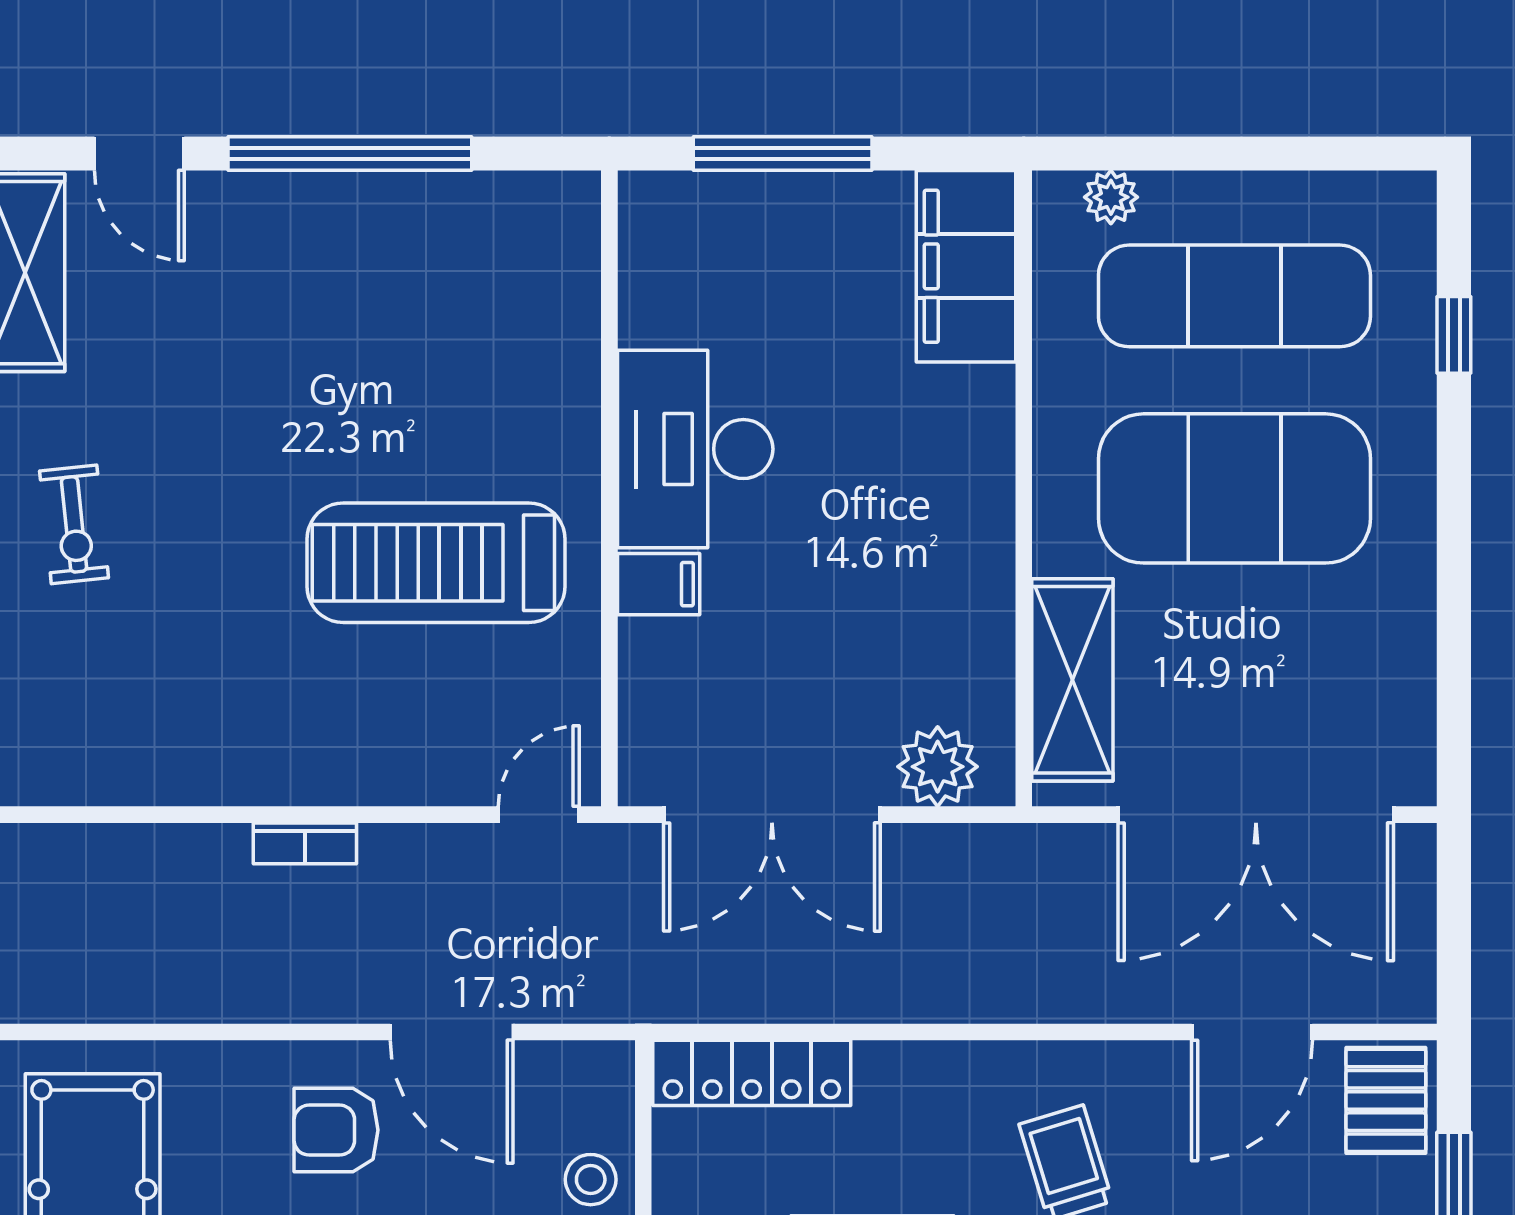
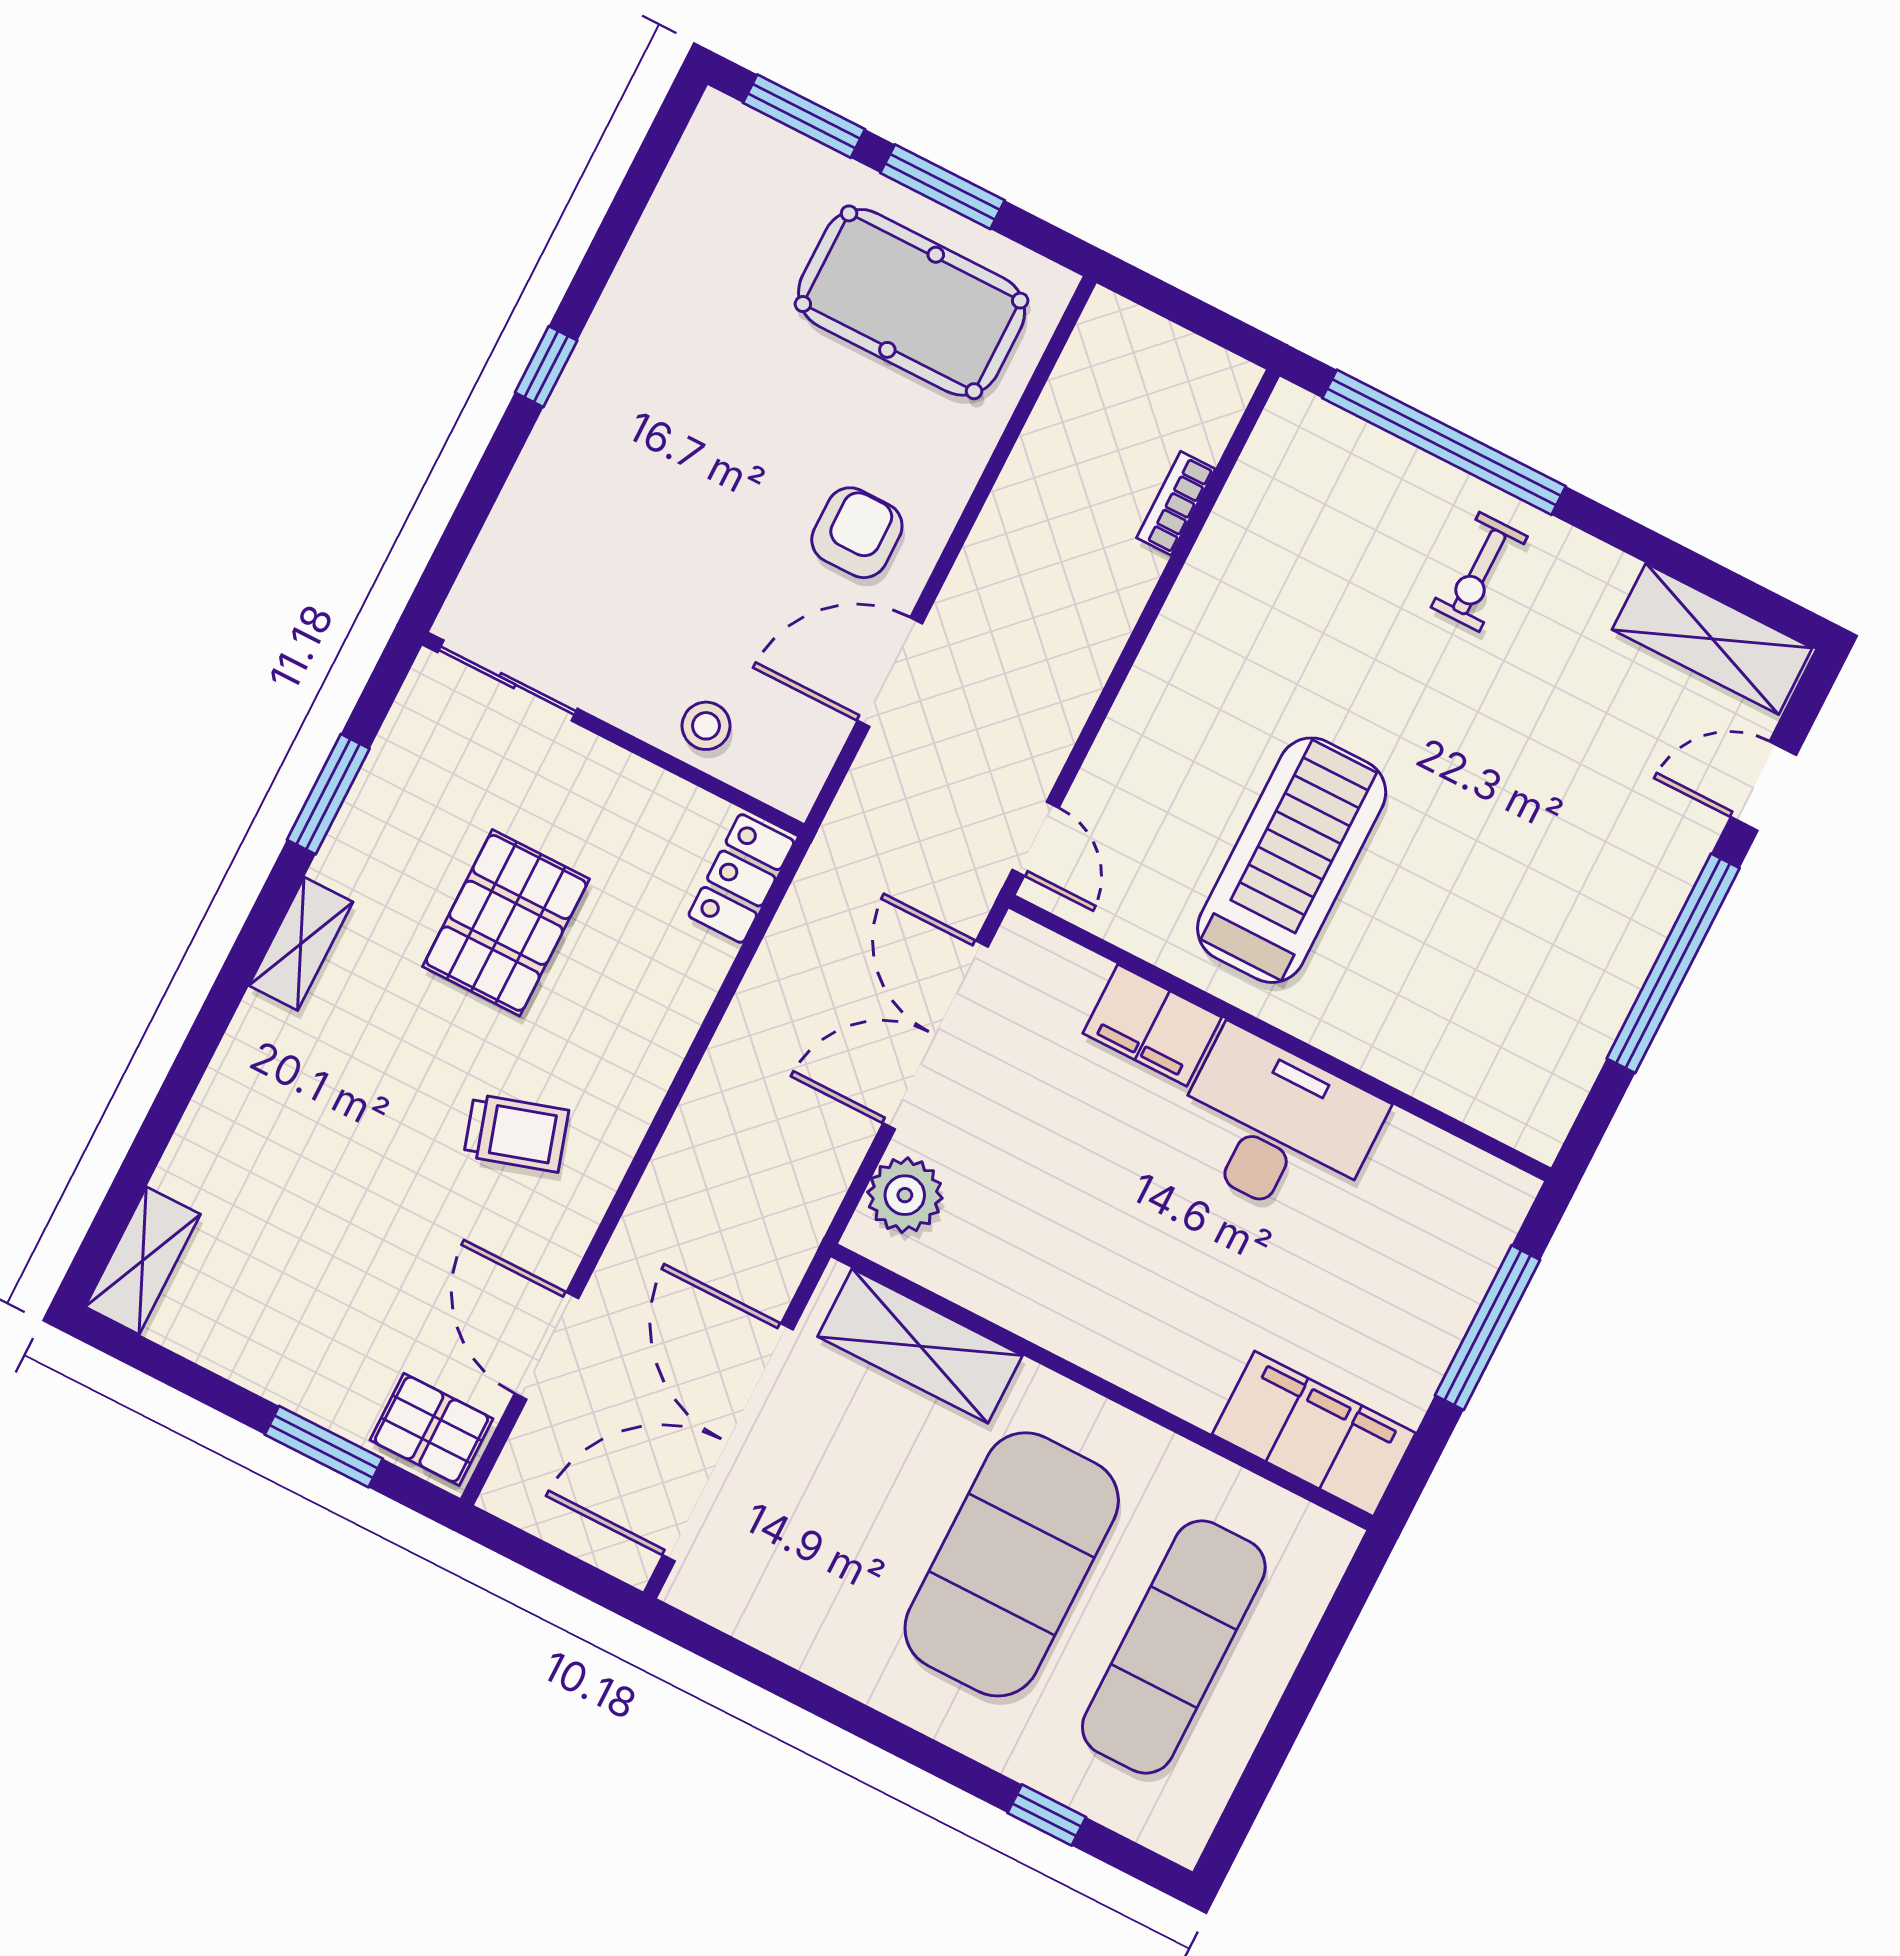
plant: (1111, 197) -> (1310, 1585), removed
exercise bike: (74, 524) -> (1479, 572), turned -84
filing cabinet: (659, 584) -> (1152, 1025), width x2.00
bookcase: (305, 843) -> (1176, 503), moved
locker: (752, 1073) -> (741, 879), width x0.66

